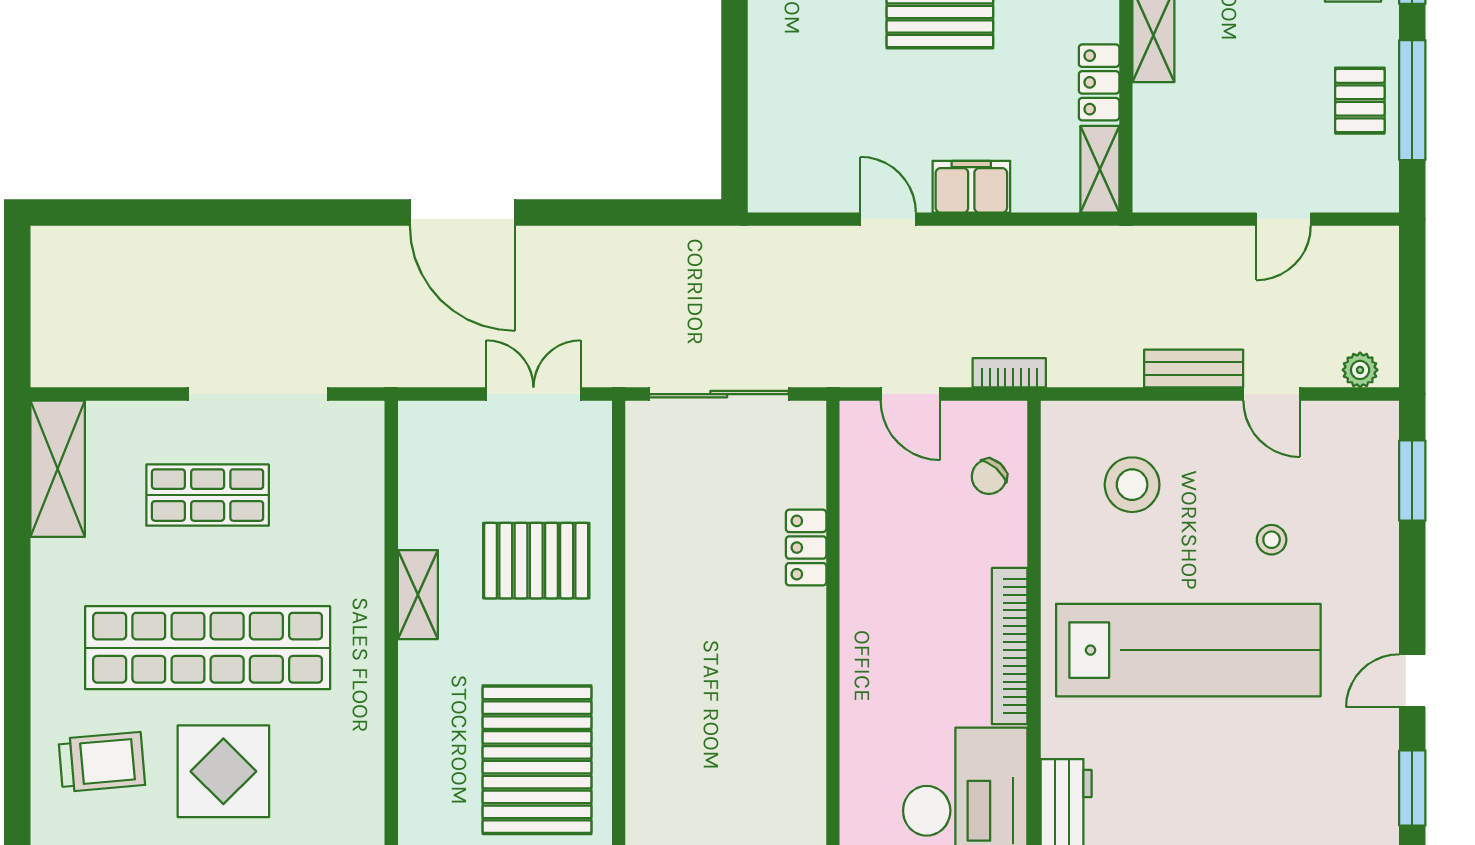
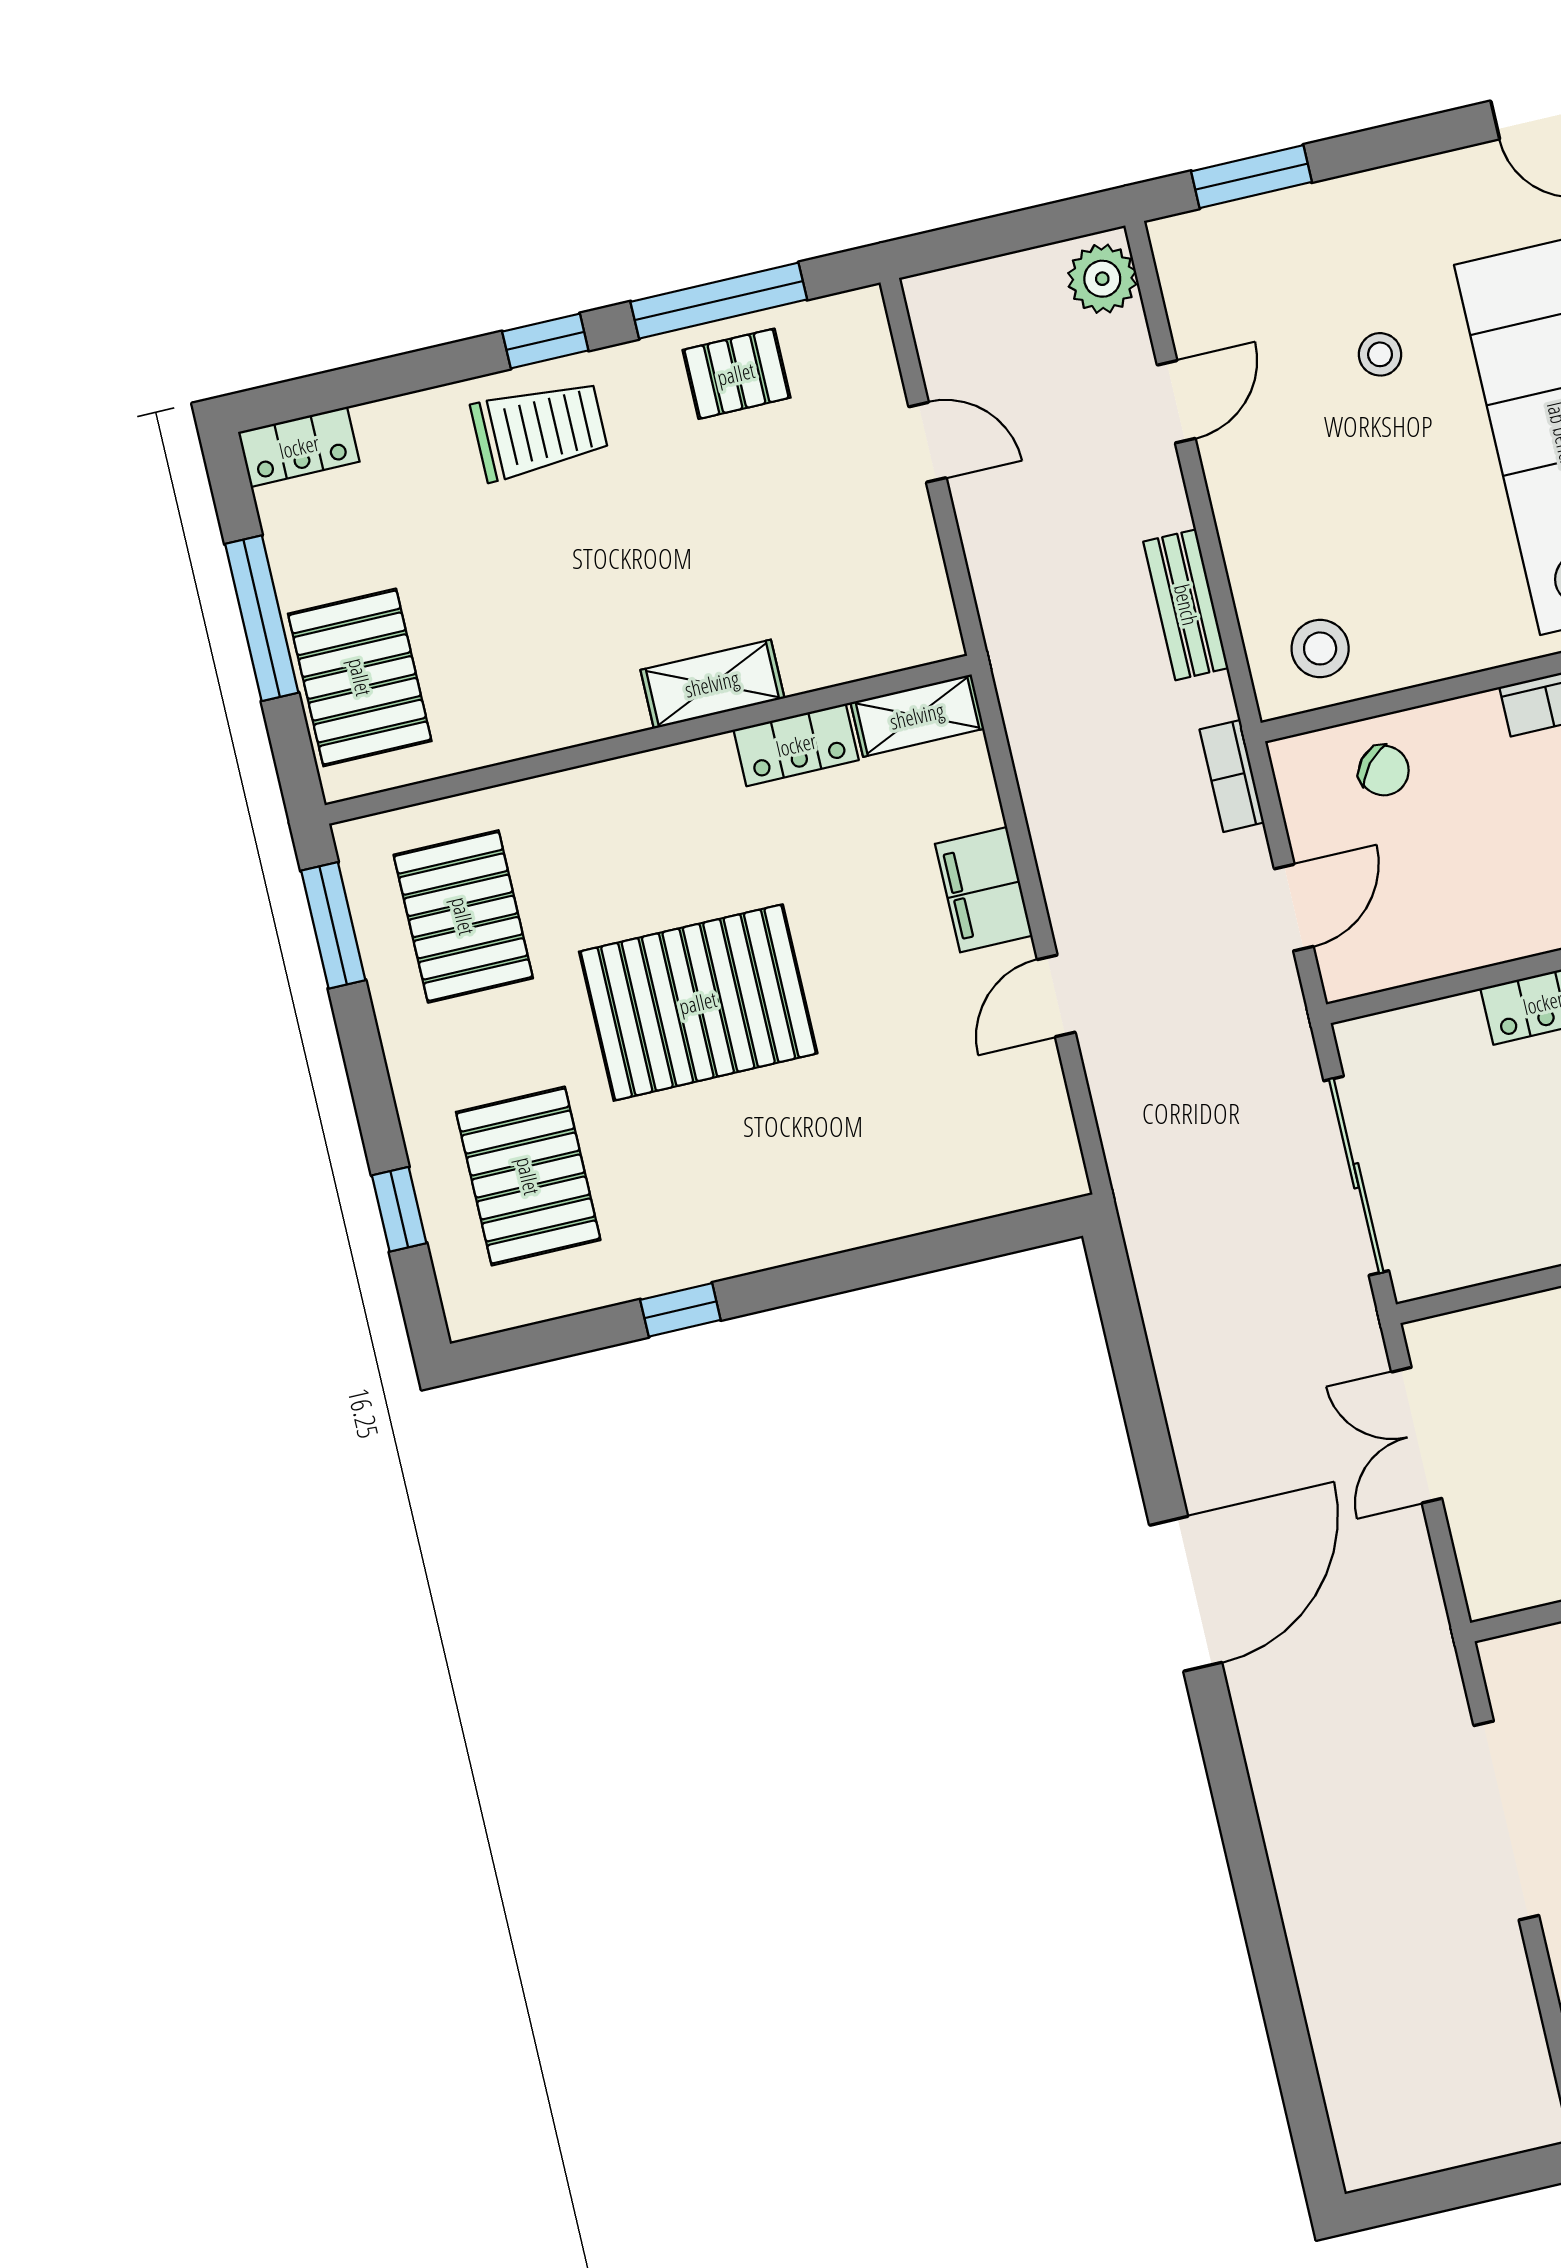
bench: (1194, 369) -> (1186, 605), moved
plant: (1360, 370) -> (1102, 279), width x1.38, depth x1.38
stool: (1132, 485) -> (1320, 648), moved, width x0.73, depth x0.73

